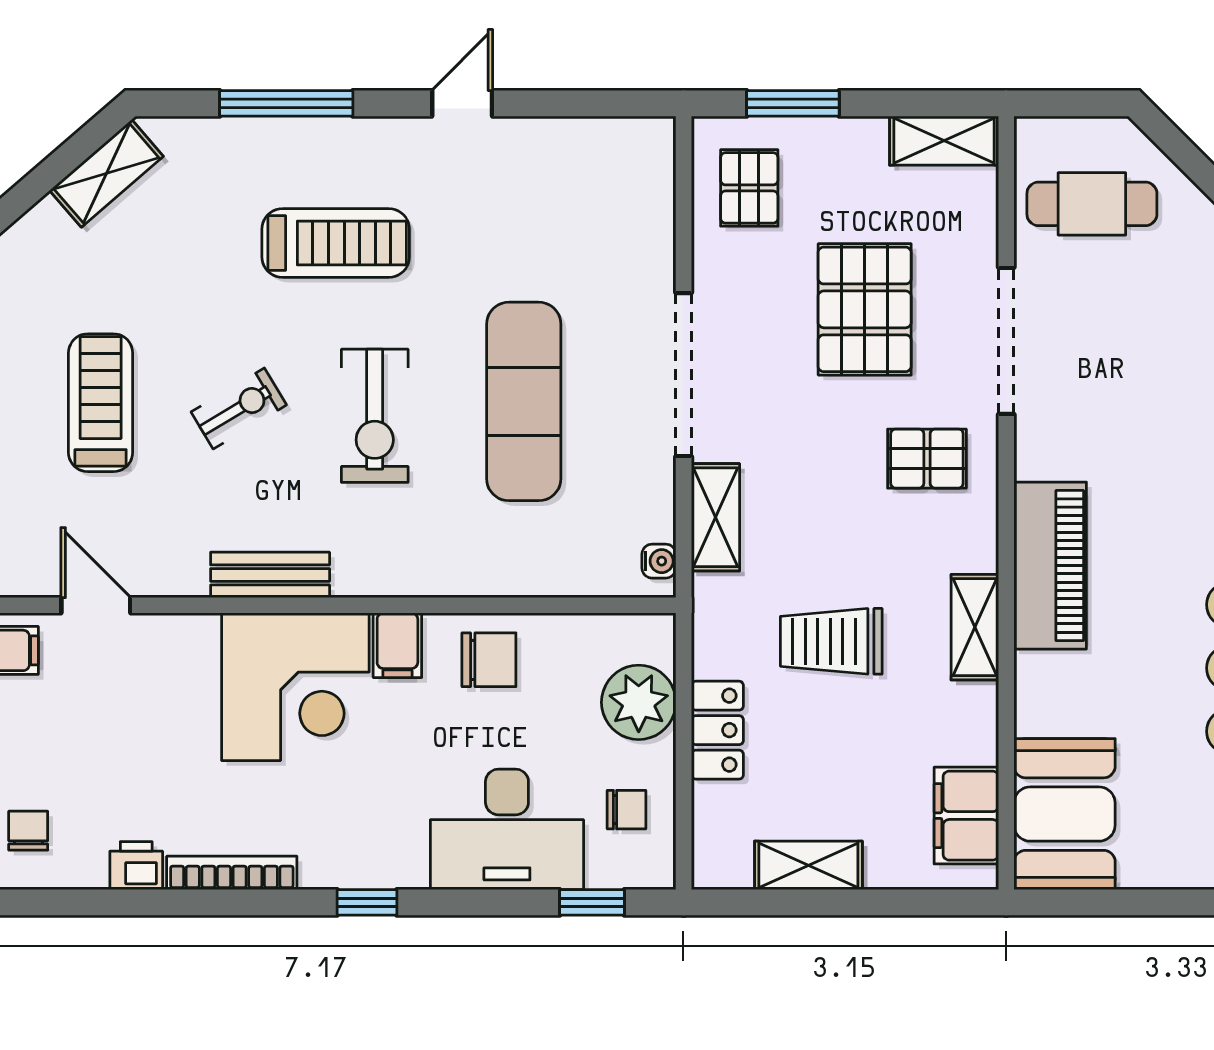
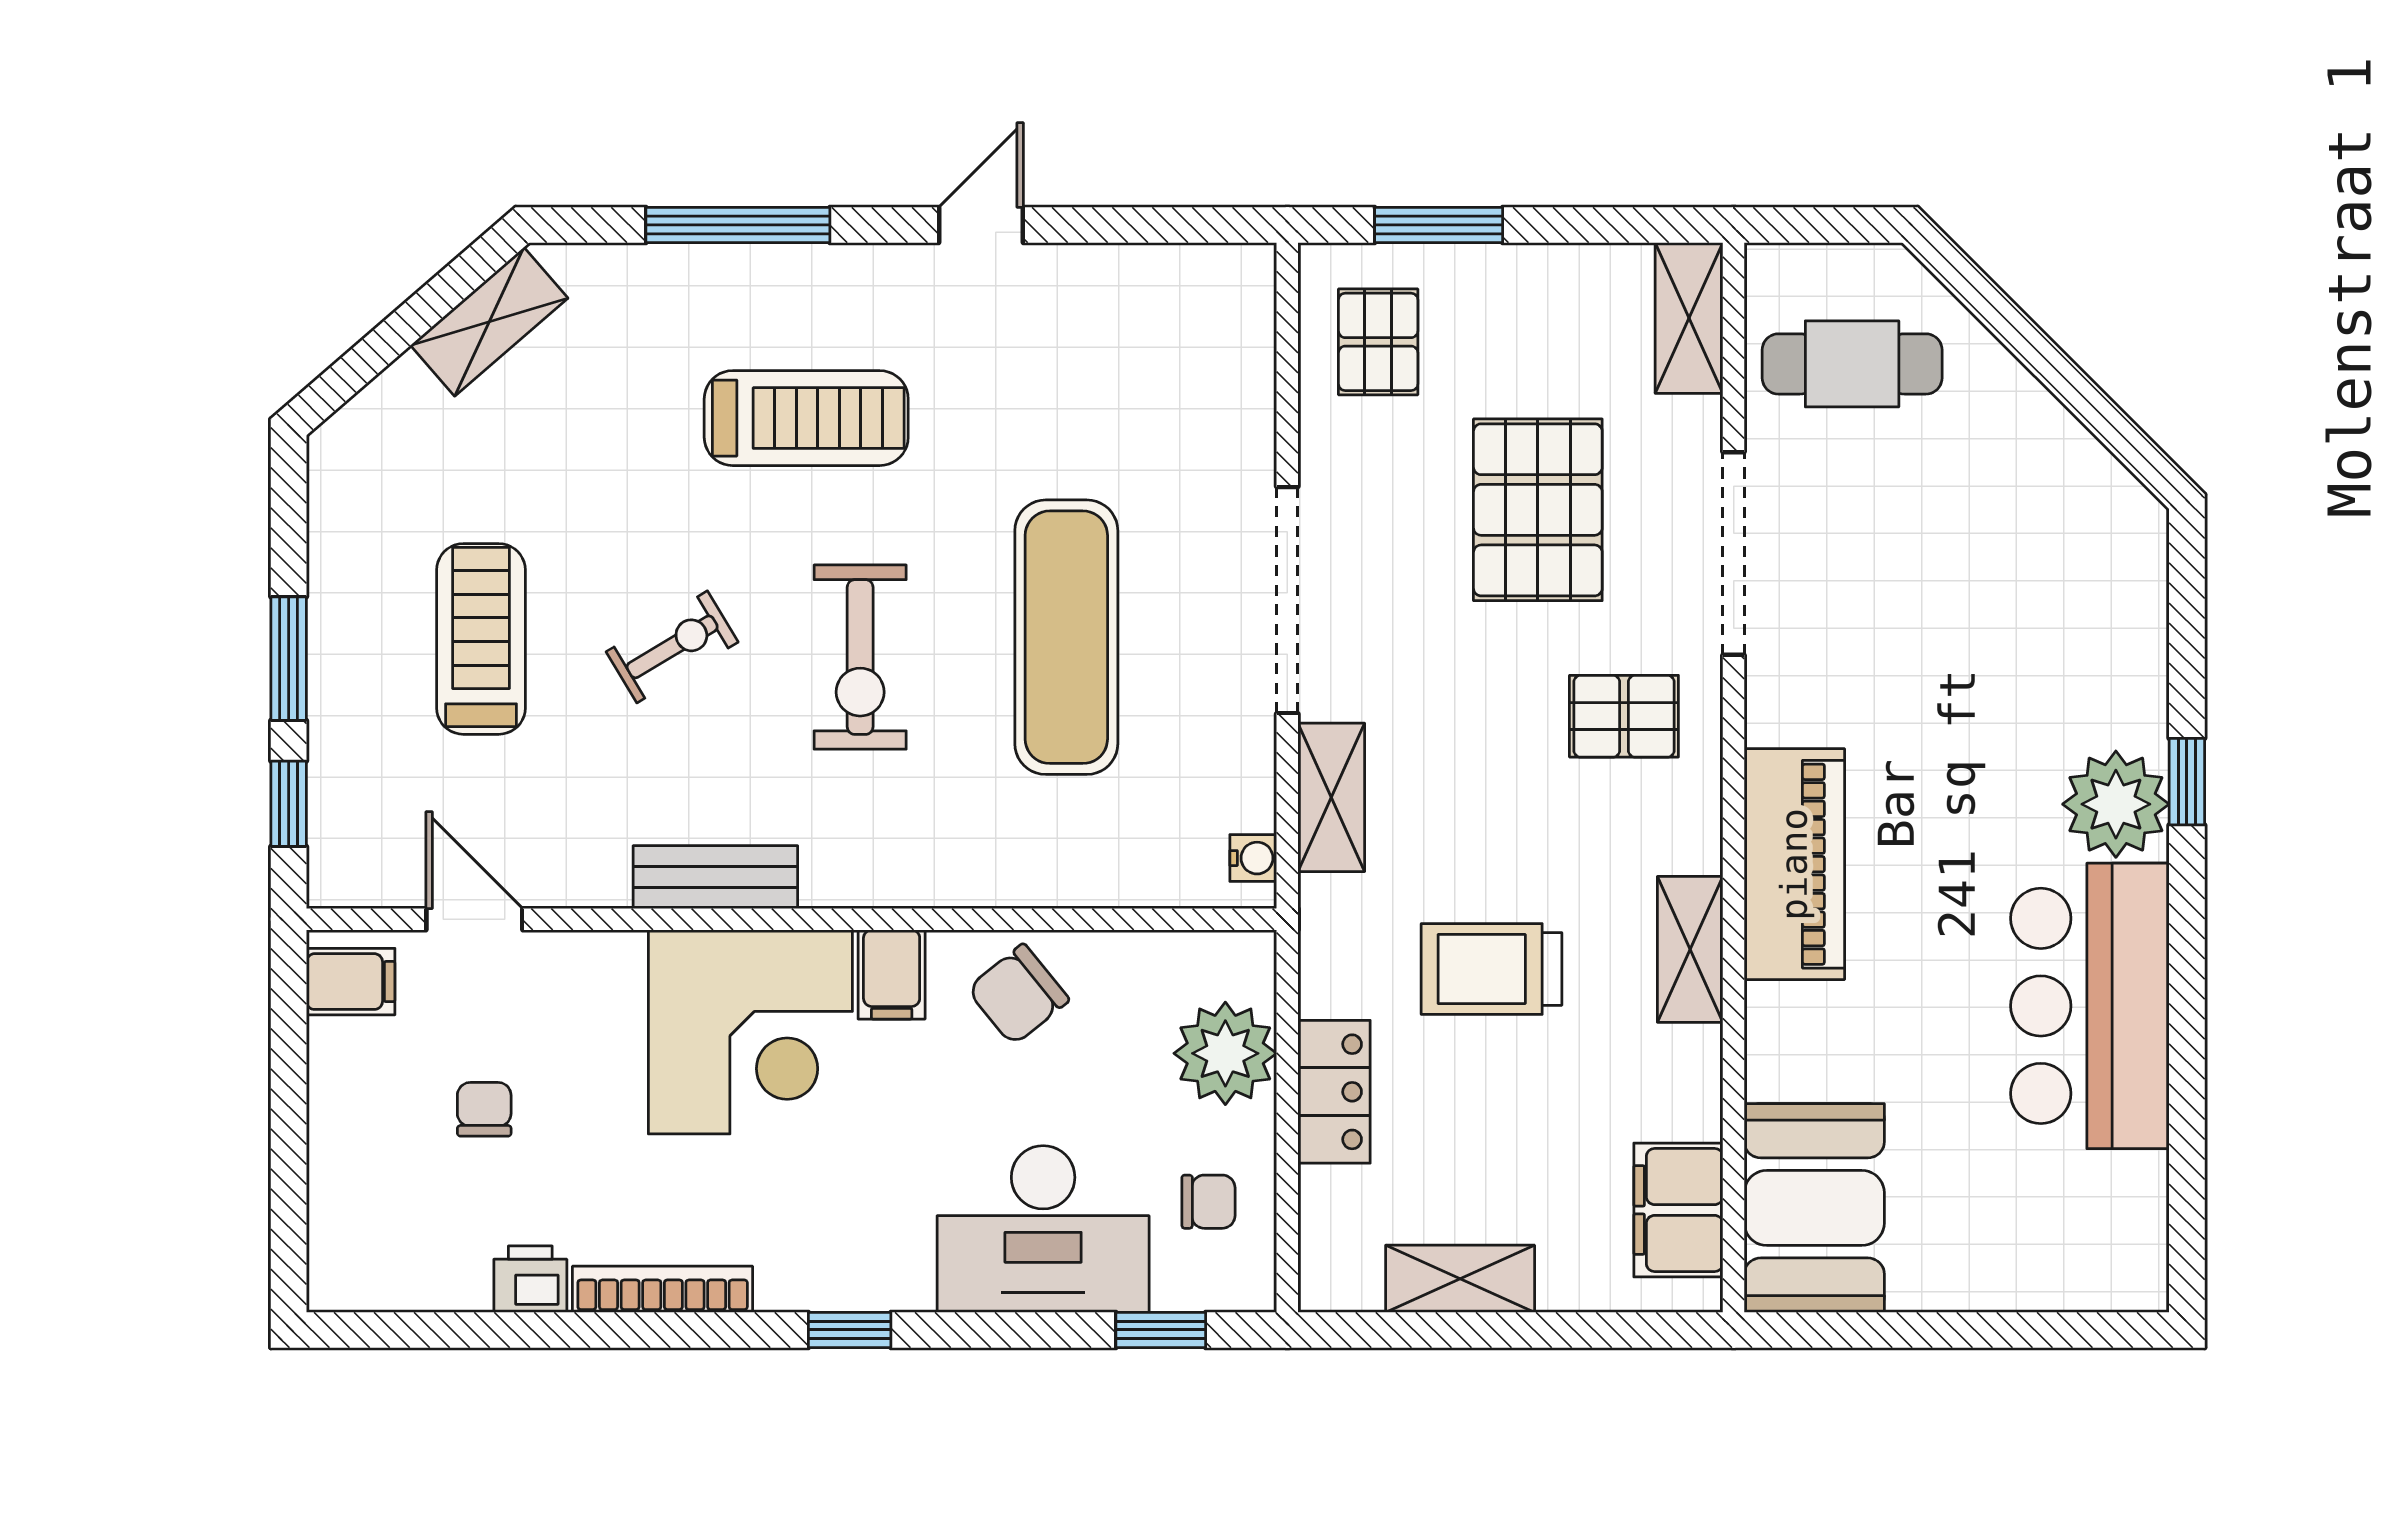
shelving: (944, 141) -> (1689, 318), moved, turned 90
chair: (489, 660) -> (1018, 995), turned 141
chair: (28, 831) -> (484, 1109), moved

